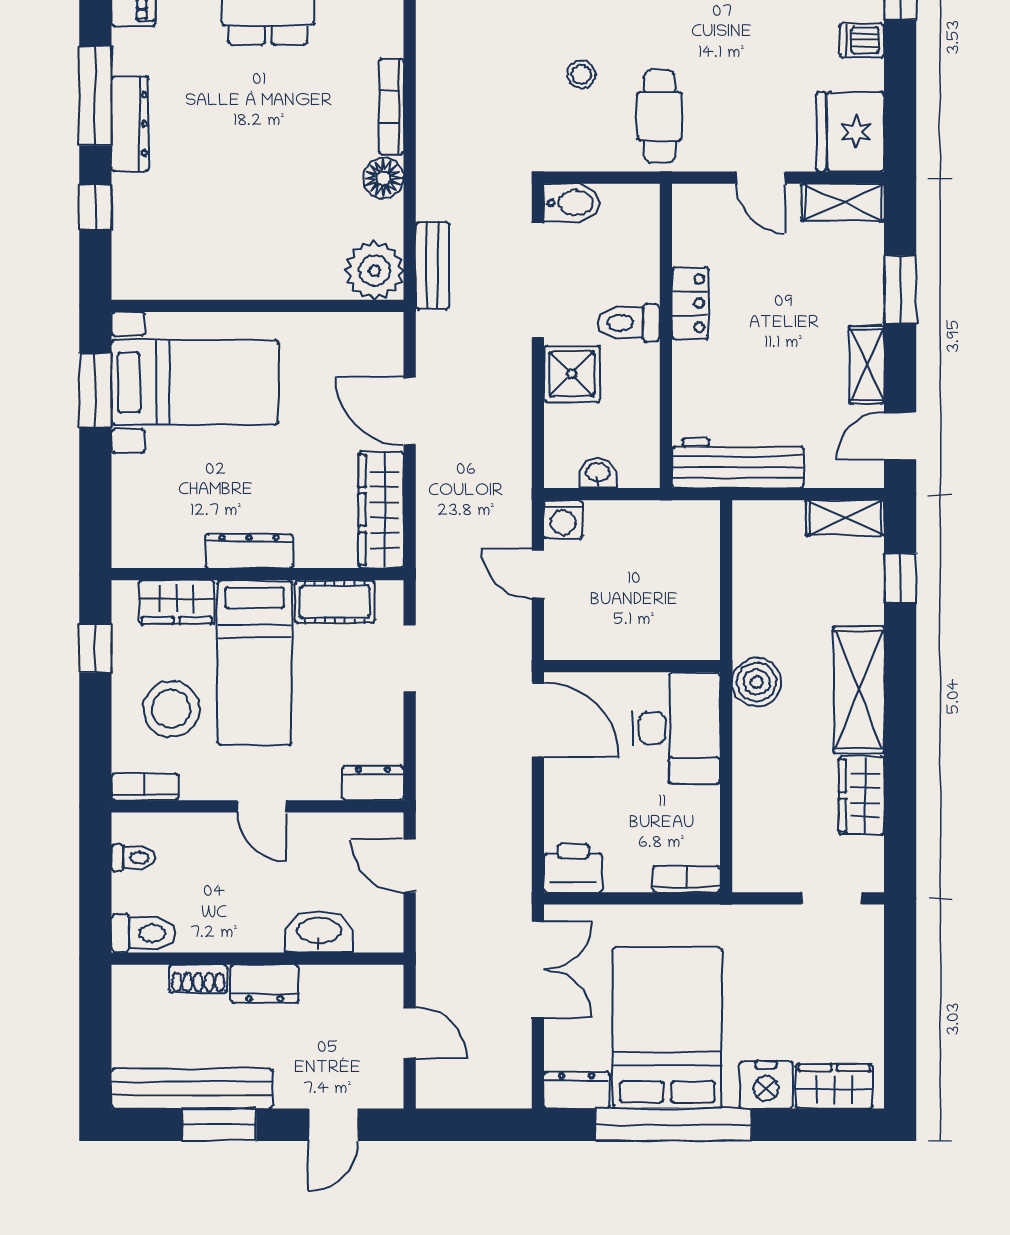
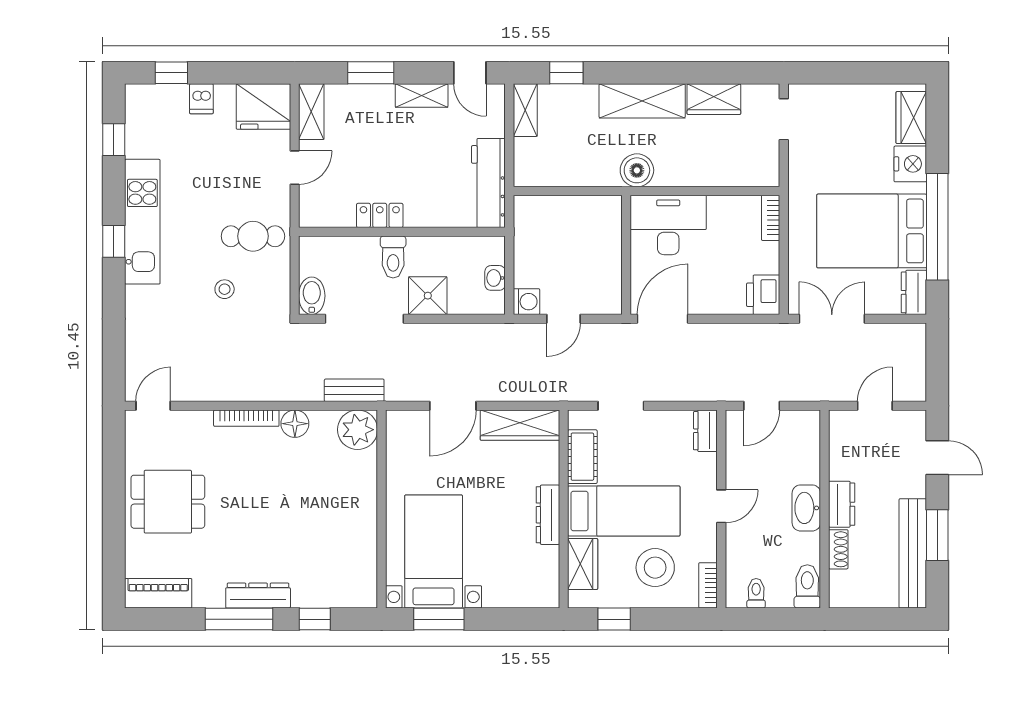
washbasin: (319, 932) -> (806, 508), moved

